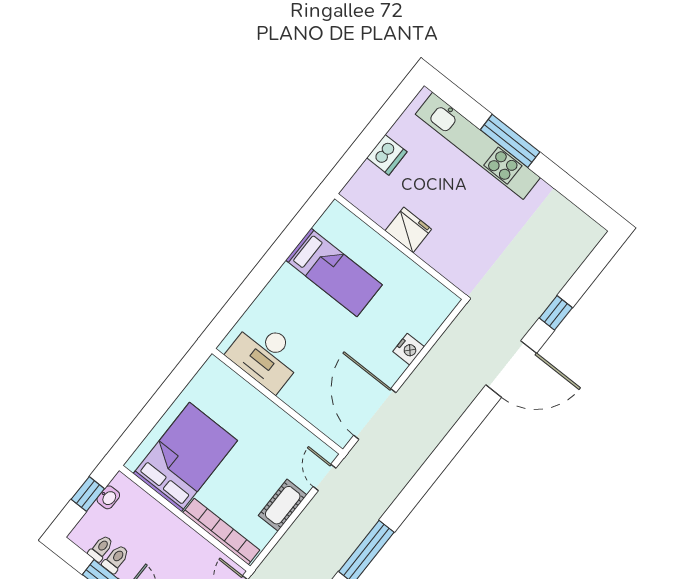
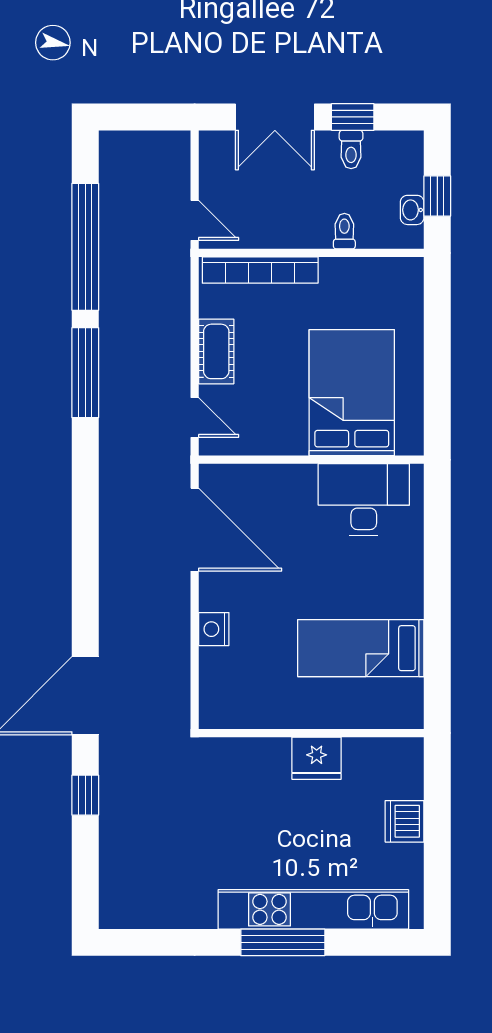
bed: (185, 457) -> (352, 393), moved, turned 180
toilet: (101, 548) -> (344, 231), moved, turned 180

